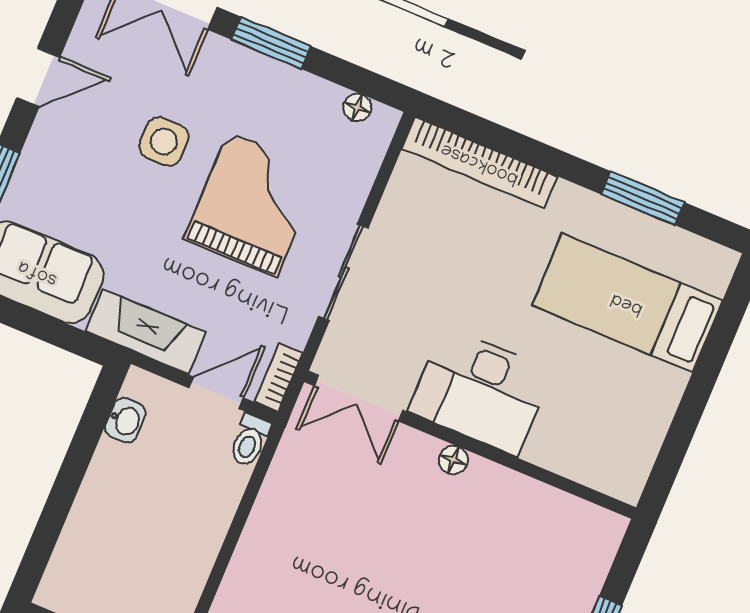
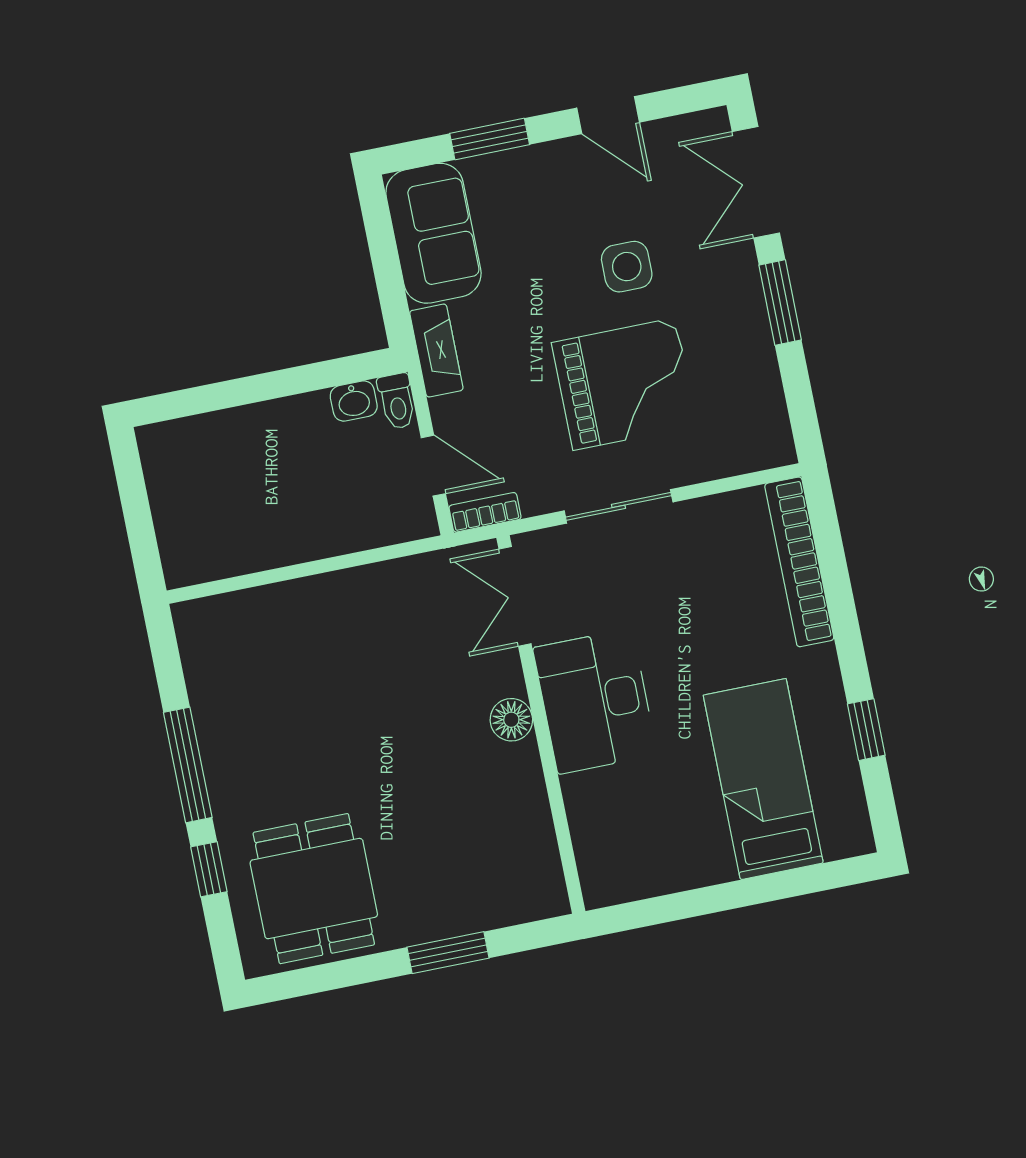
floor lamp: (357, 107) -> (775, 419), removed
window: (643, 198) -> (866, 730), width x0.67
fireplace: (146, 332) -> (436, 351), width x0.73, depth x0.76
toilet: (250, 440) -> (397, 401), moved, turned -90
floor lamp: (453, 460) -> (511, 720), width x1.37, depth x1.37

